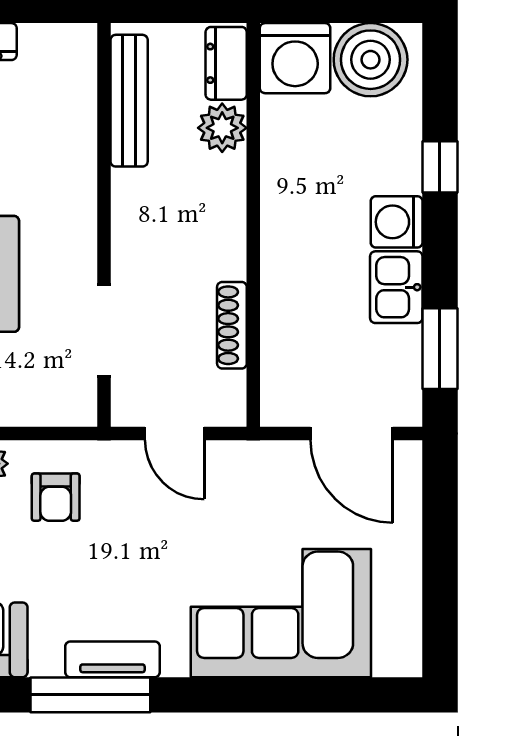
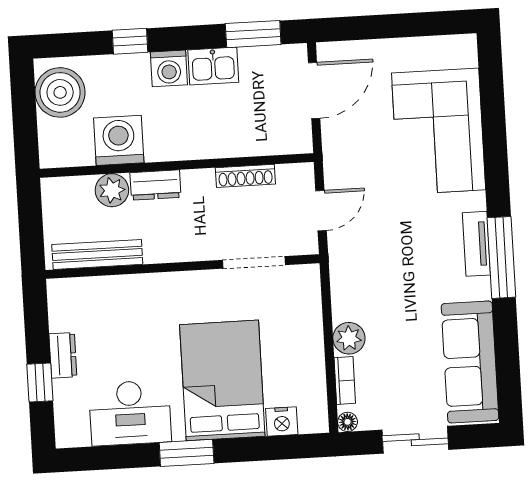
washing machine: (295, 58) -> (119, 140), moved, turned -90
dresser: (226, 63) -> (155, 185), moved
armchair: (56, 497) -> (369, 289), removed

